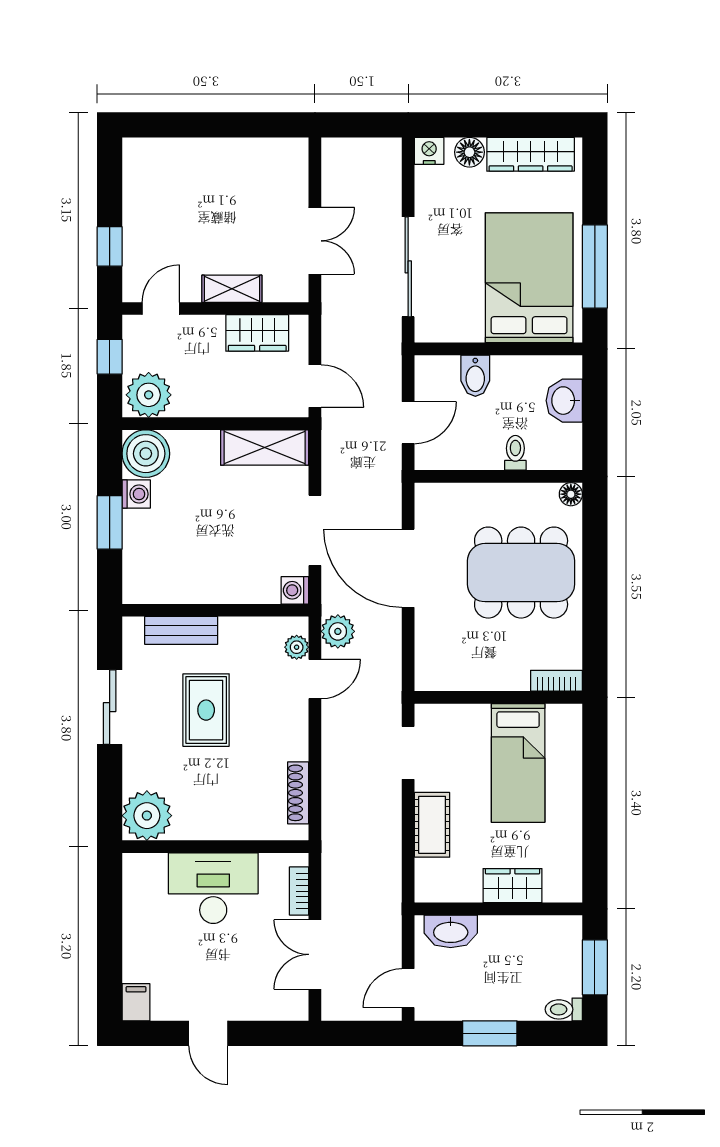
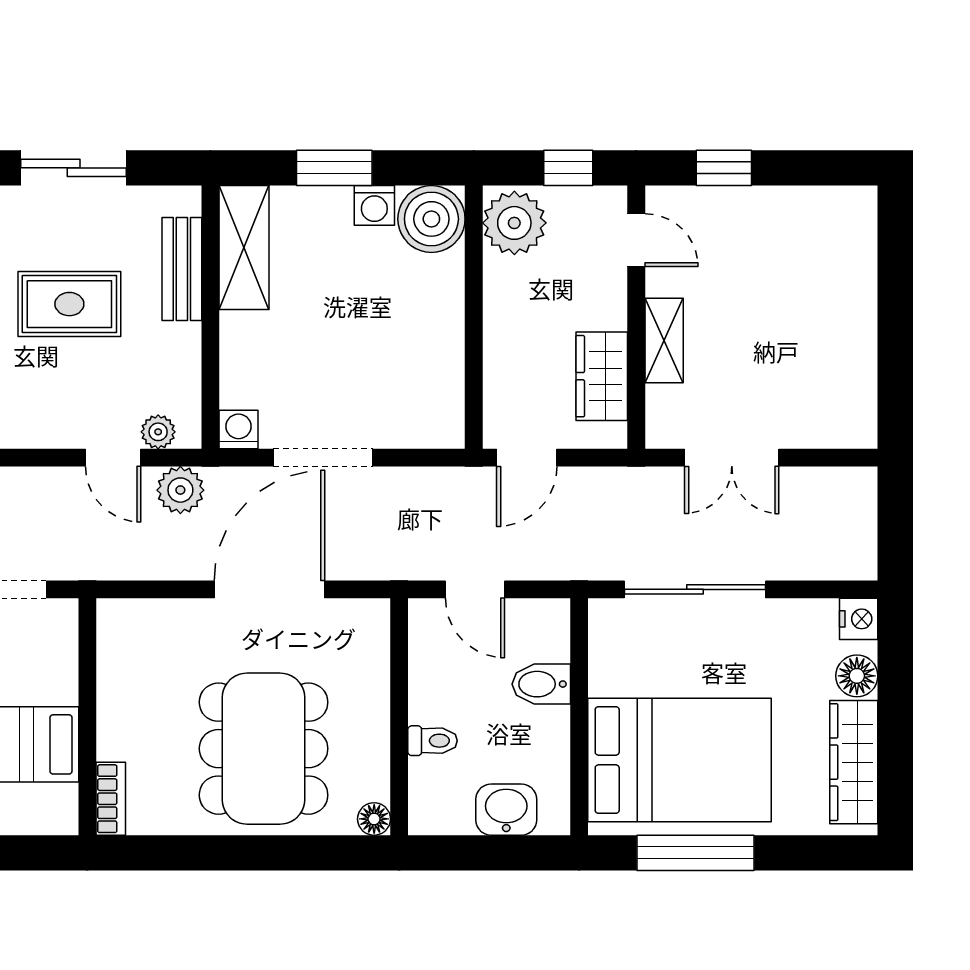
shelving: (265, 447) -> (244, 248), moved

